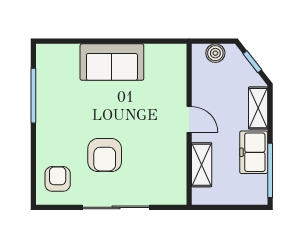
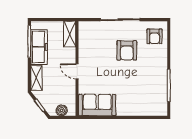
sofa: (112, 62) -> (97, 105), moved
freezer: (254, 152) -> (39, 47), width x1.40
armchair: (105, 155) -> (127, 50), turned 180
shelving: (202, 165) -> (70, 34), moved

